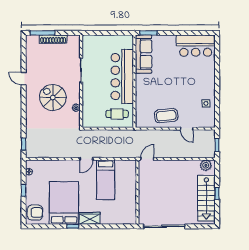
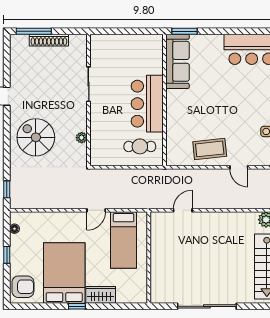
bar counter: (122, 77) -> (147, 104), width x0.73
spiral stairs: (53, 97) -> (36, 137), moved
wall: (137, 192) -> (149, 258), moved

